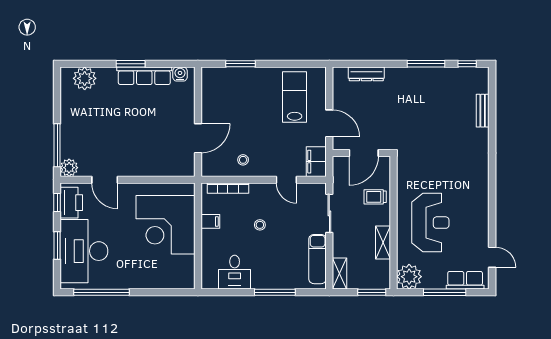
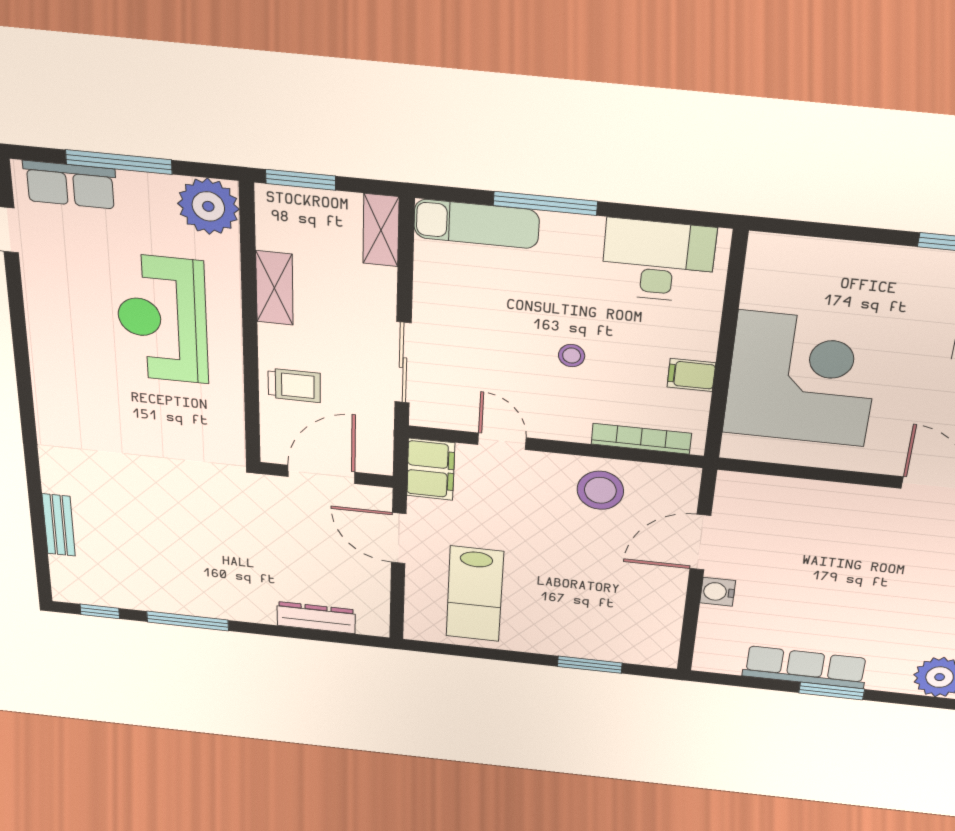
water cooler: (180, 74) -> (718, 592), moved, turned 90
stool: (243, 160) -> (600, 490), width x1.89, depth x1.89
exam couch: (318, 259) -> (476, 224), moved, turned 90
desk: (235, 272) -> (658, 261), width x1.37

